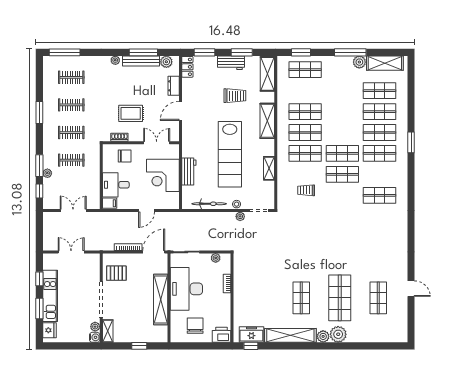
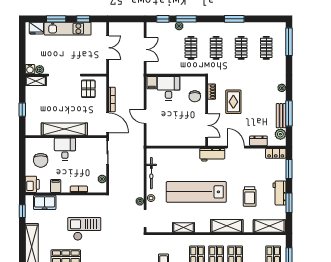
bench: (141, 61) -> (281, 116), width x0.73
workbench: (189, 171) -> (212, 155), moved
corner desk: (163, 175) -> (177, 131), removed
checkout: (270, 278) -> (84, 229), added
desk: (186, 289) -> (65, 149), width x0.53, depth x0.77
filing cabinet: (223, 309) -> (56, 186), added
chair: (195, 326) -> (41, 160), turned 90
freezer: (251, 335) -> (45, 202), moved, turned 90

